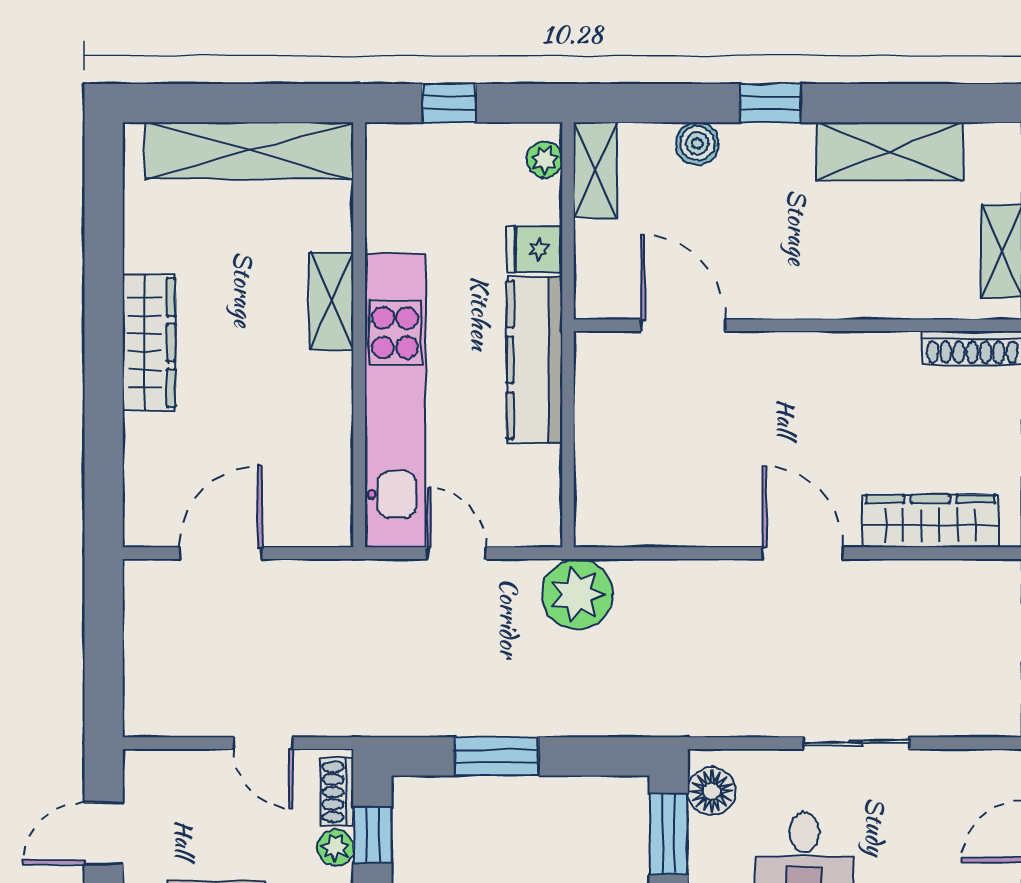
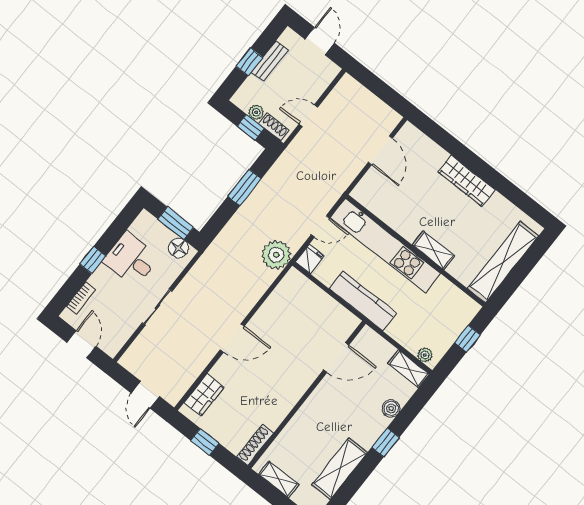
fridge: (535, 249) -> (310, 259), moved
wardrobe: (930, 521) -> (204, 395), width x0.67

